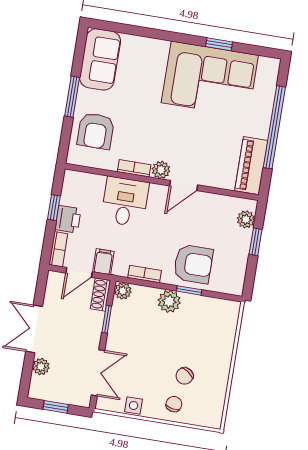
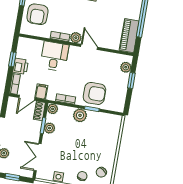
door: (184, 185) -> (89, 47), swing flipped
plant: (118, 323) -> (50, 128), added
double door: (98, 373) -> (38, 157), swing flipped
chair: (185, 376) -> (101, 172), moved

